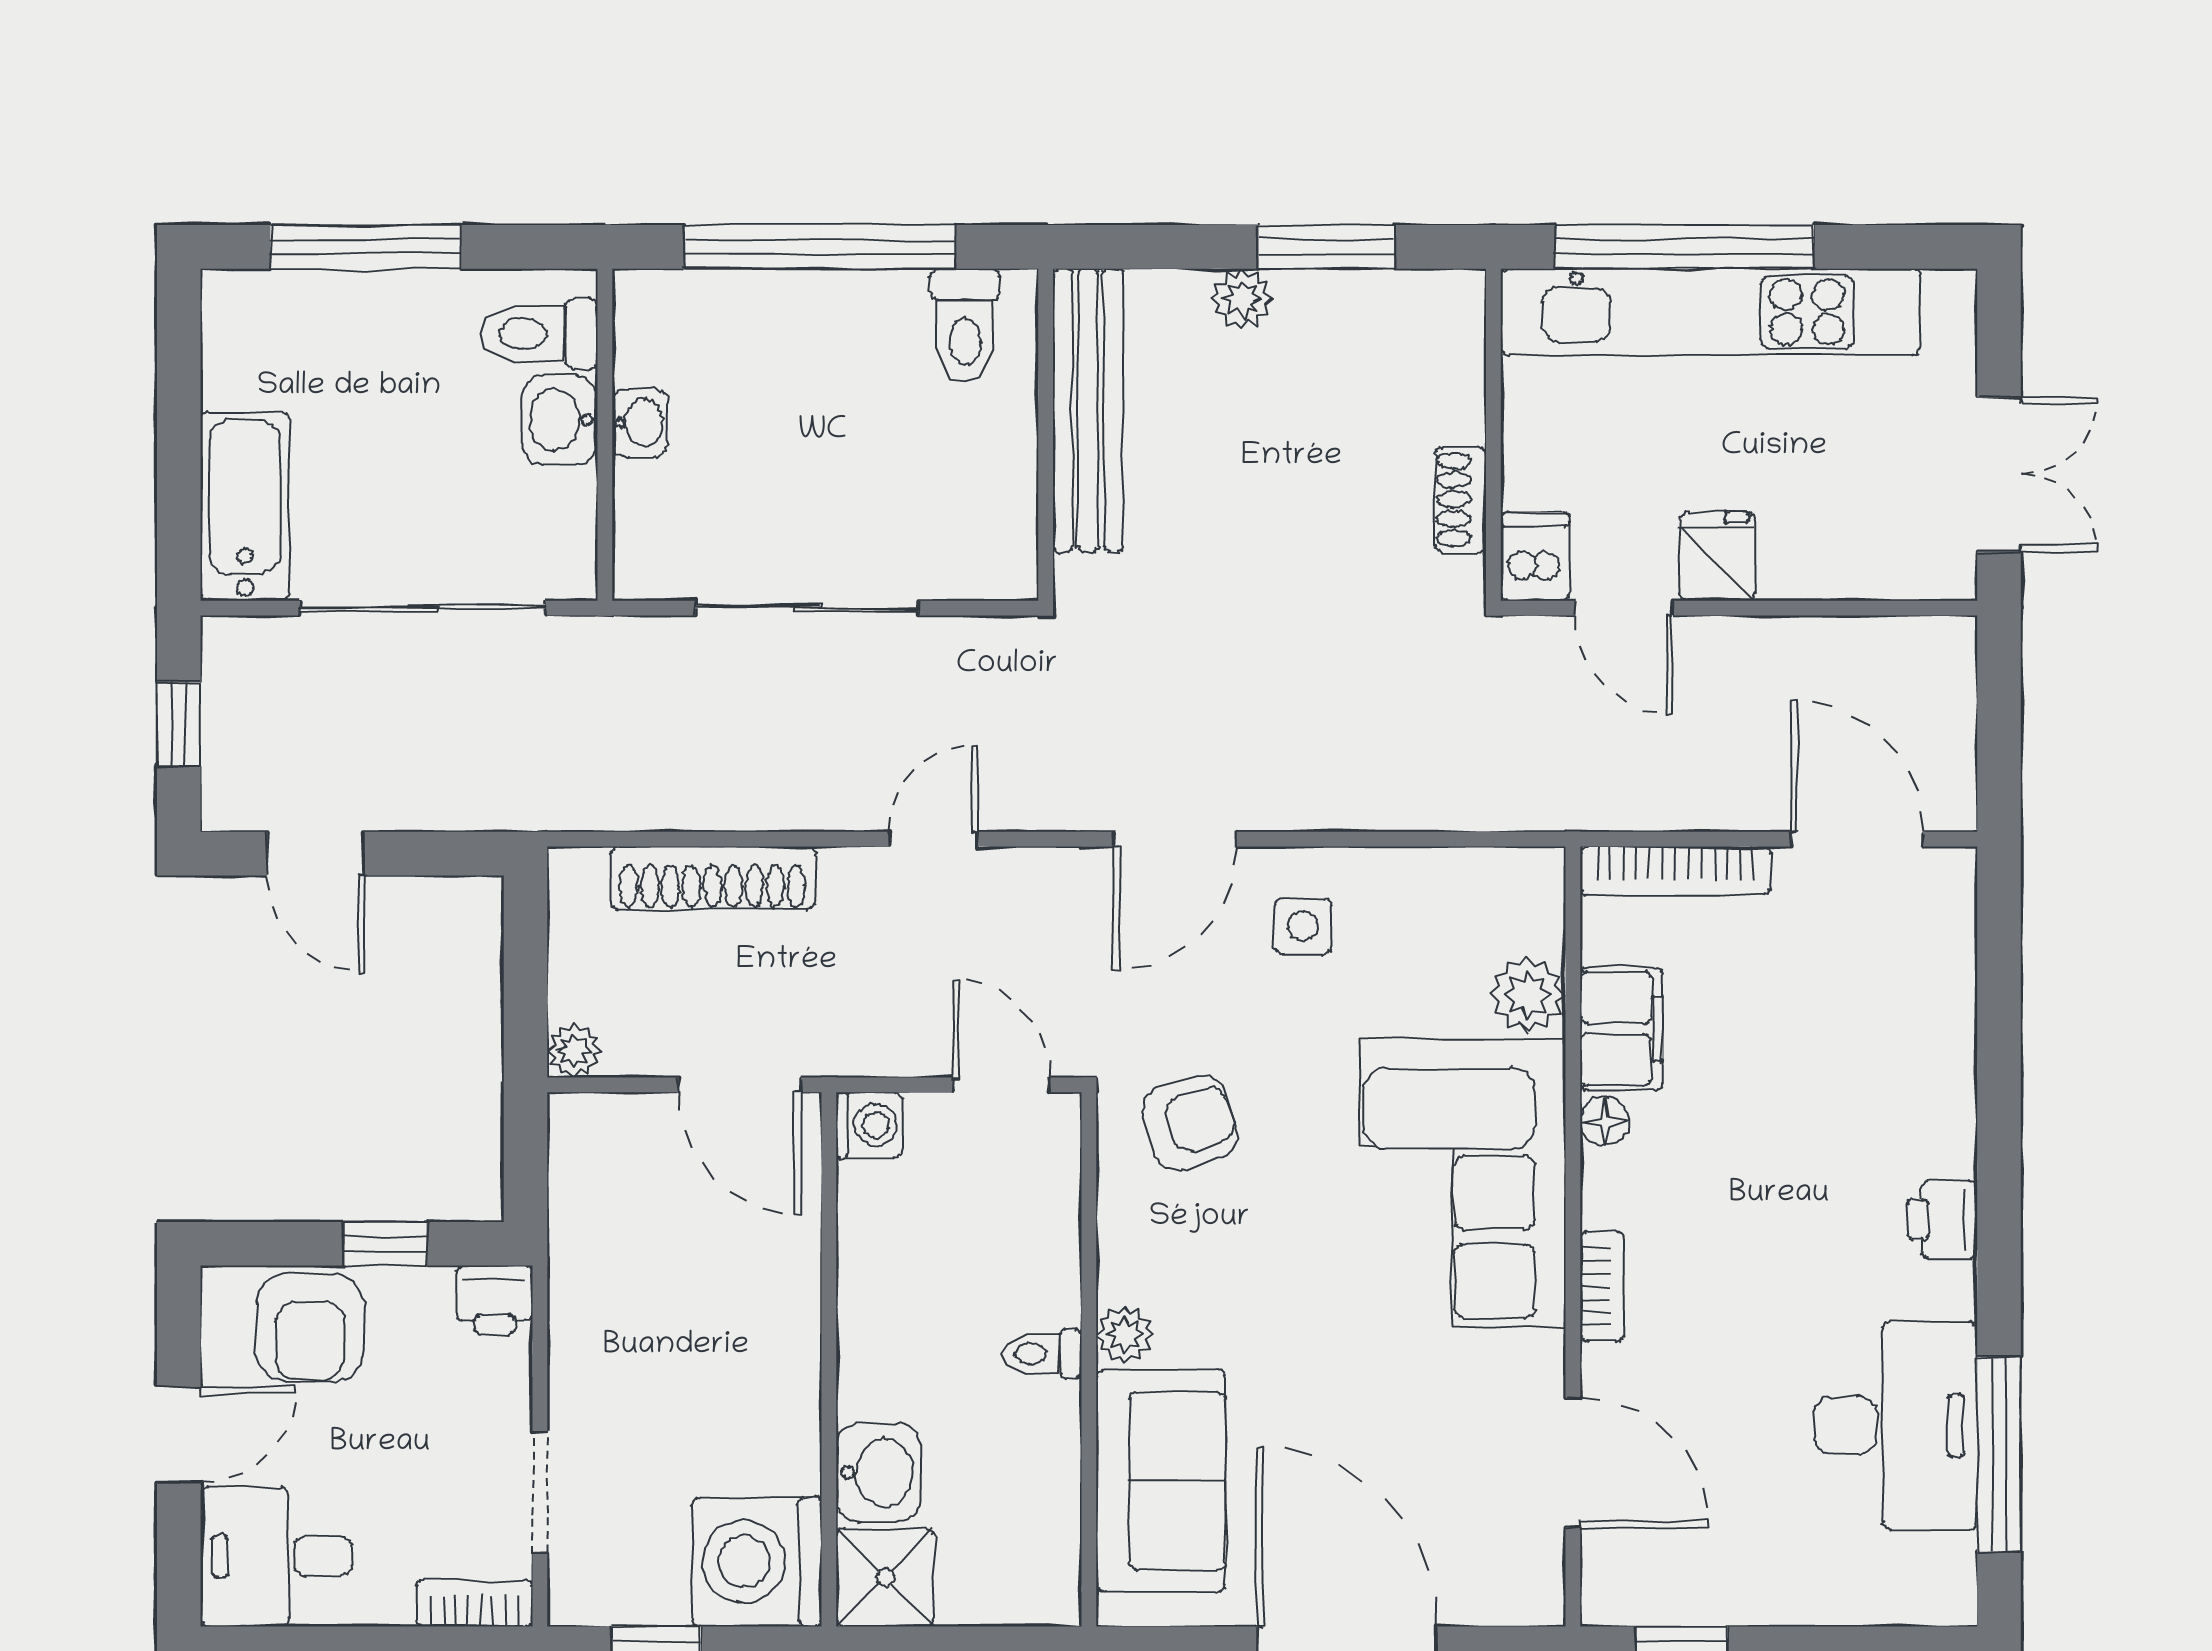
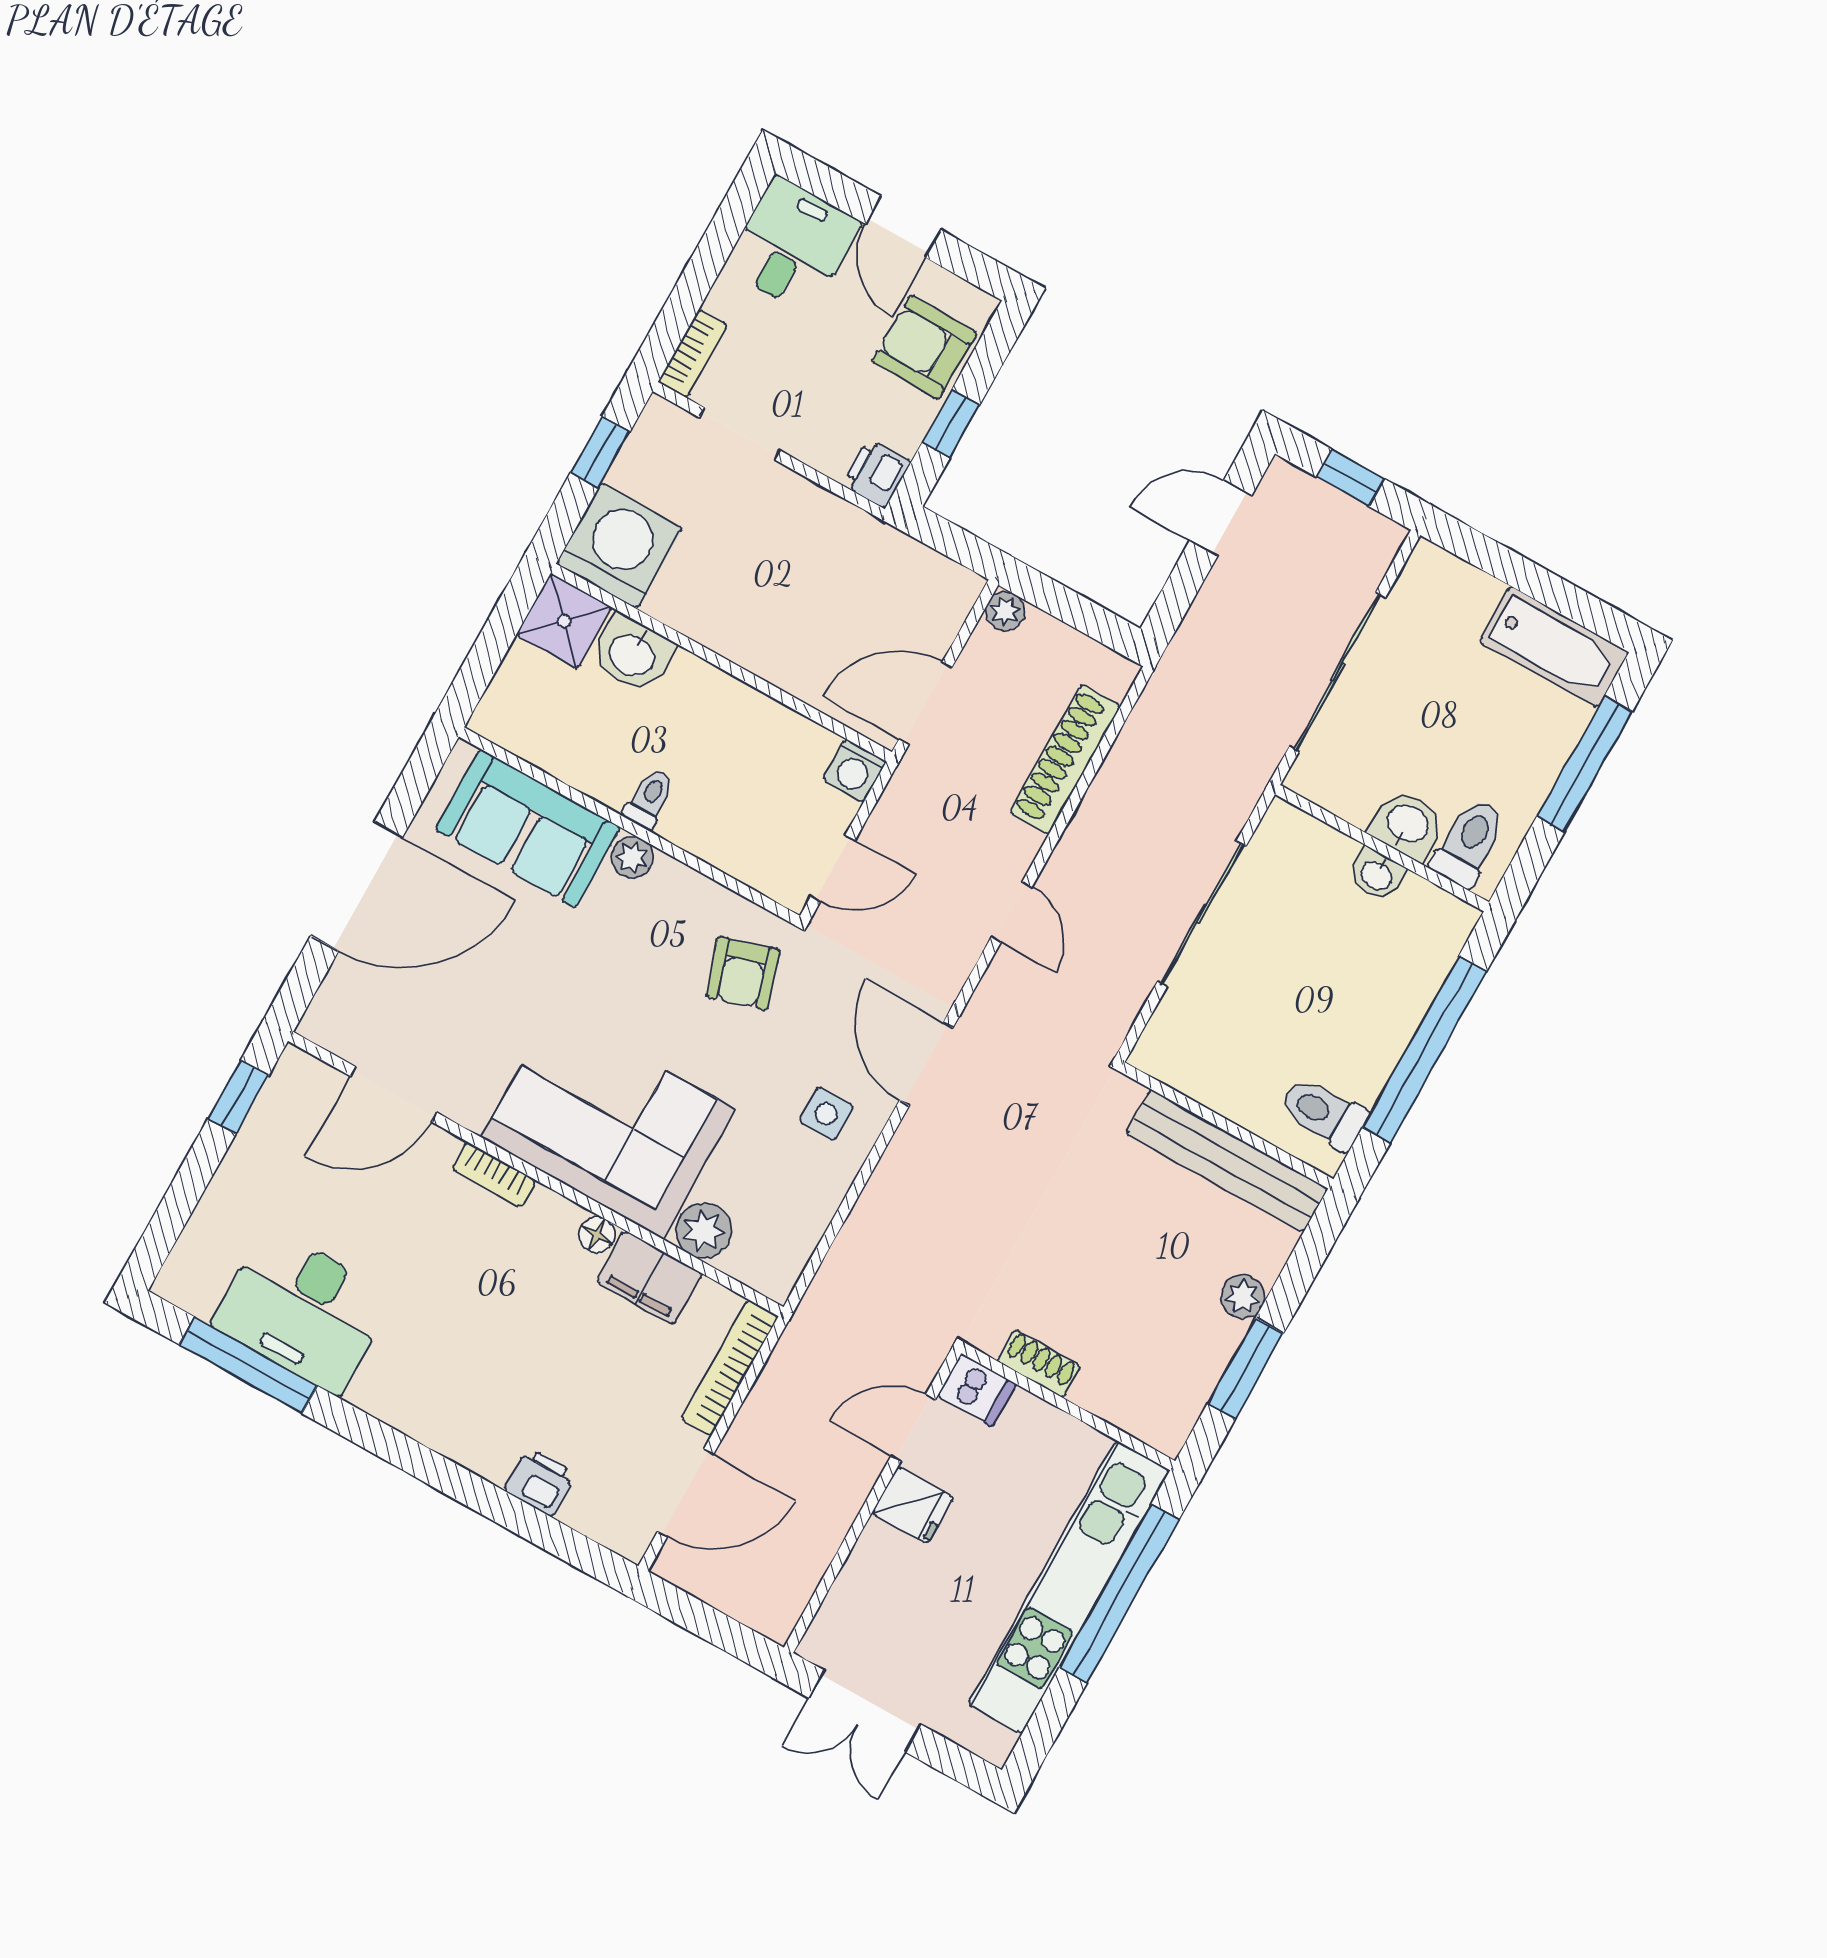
bathtub: (245, 506) -> (1554, 647), moved
printer: (1942, 1219) -> (540, 1482), moved

